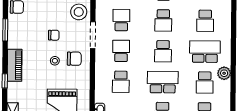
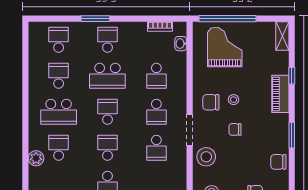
plant: (224, 73) -> (36, 158), moved
school desk: (121, 82) -> (156, 76), turned 180

